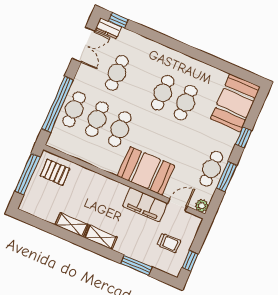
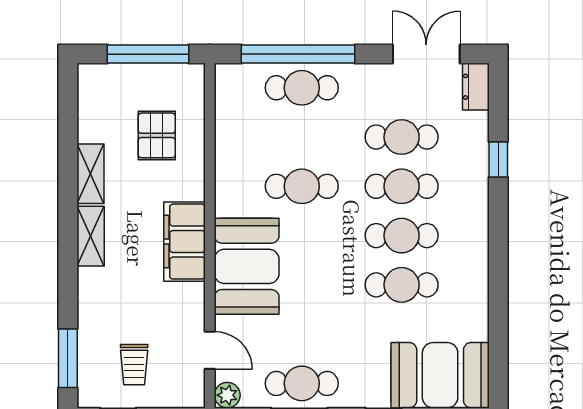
window: (118, 20) -> (498, 159), moved
double door: (83, 45) -> (426, 54), swing flipped
cafe table: (97, 119) -> (402, 186), moved
pallet: (55, 172) -> (157, 135), moved
filing cabinet: (145, 205) -> (185, 242), moved
window: (136, 265) -> (68, 358), moved

